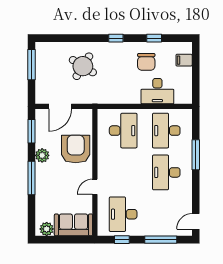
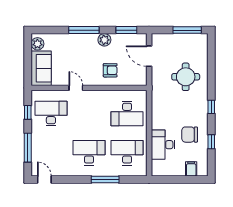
round table: (83, 66) -> (186, 77), turned -32
armchair: (76, 149) -> (110, 70), width x0.53, depth x0.53

